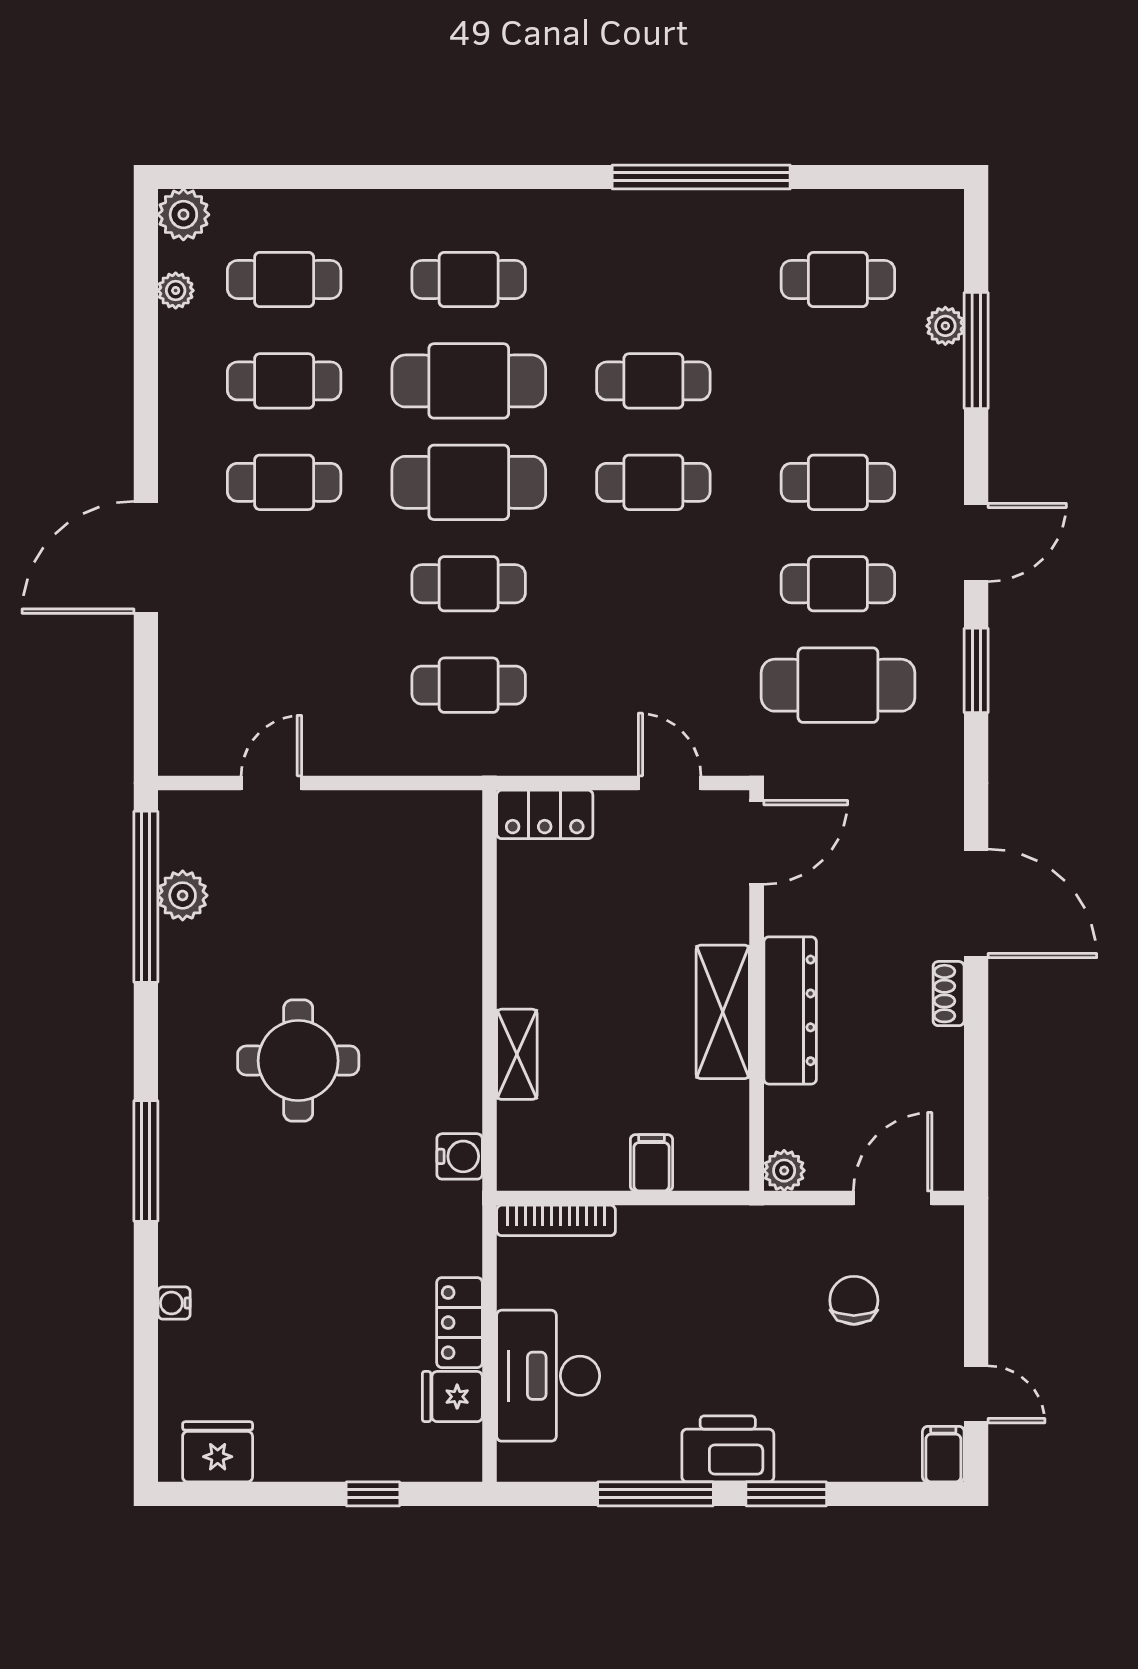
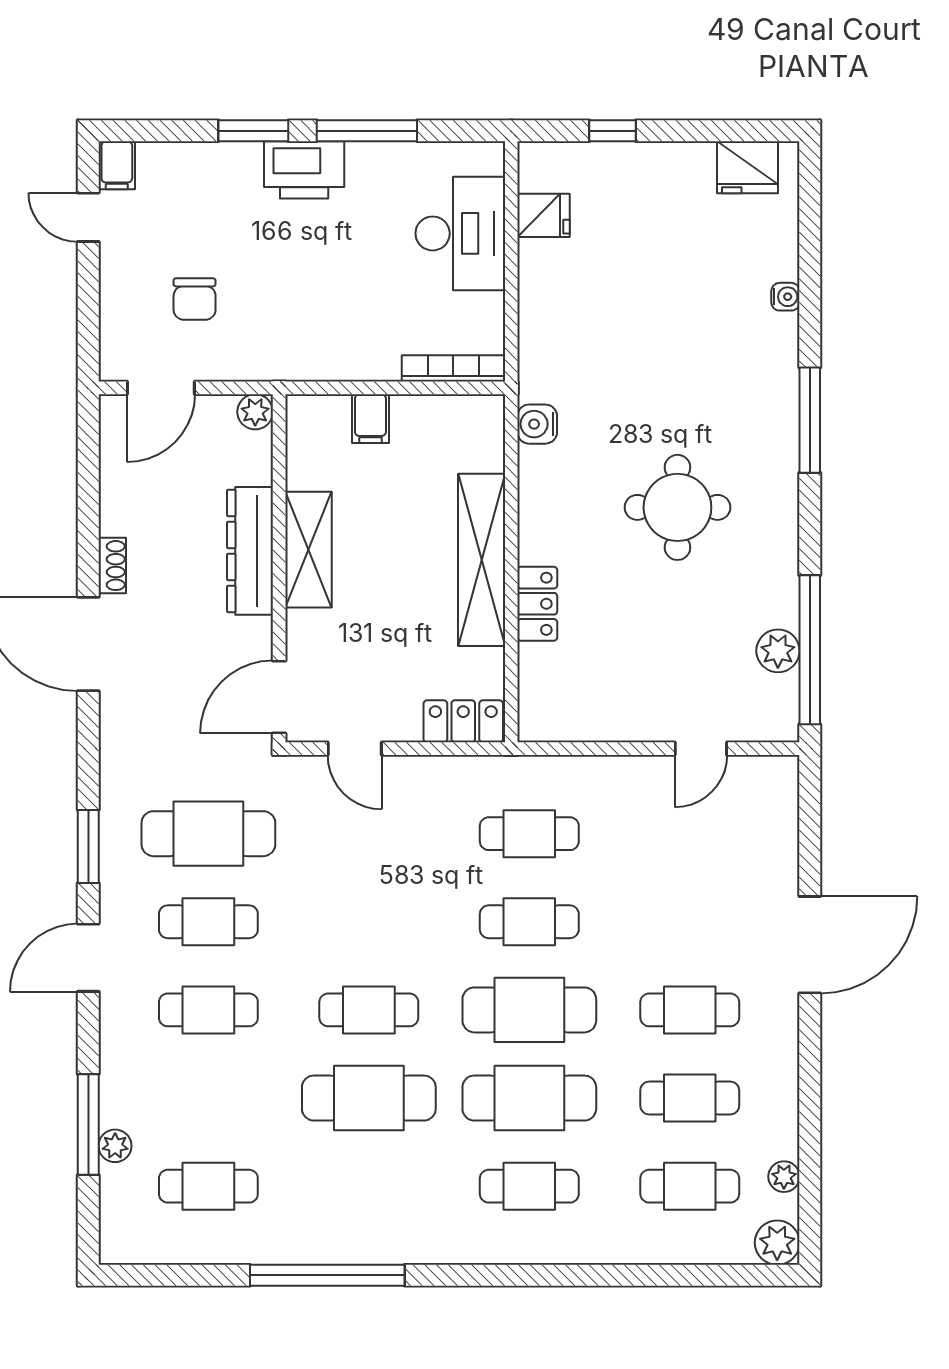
cafe table: (653, 381) -> (369, 1098), width x1.37, depth x1.35
shelving: (517, 1054) -> (482, 560), width x2.20, depth x1.33
locker: (460, 1323) -> (537, 604), moved

